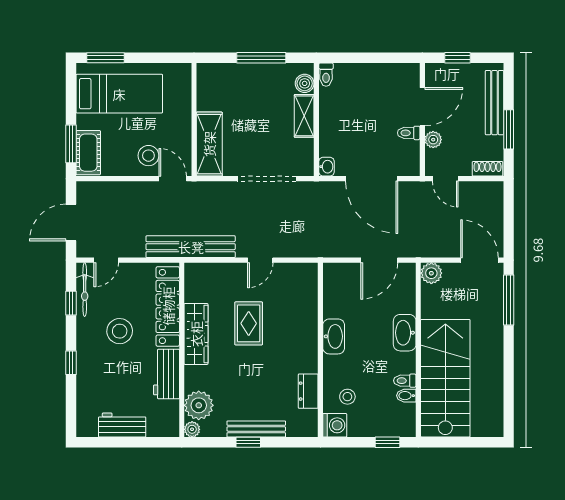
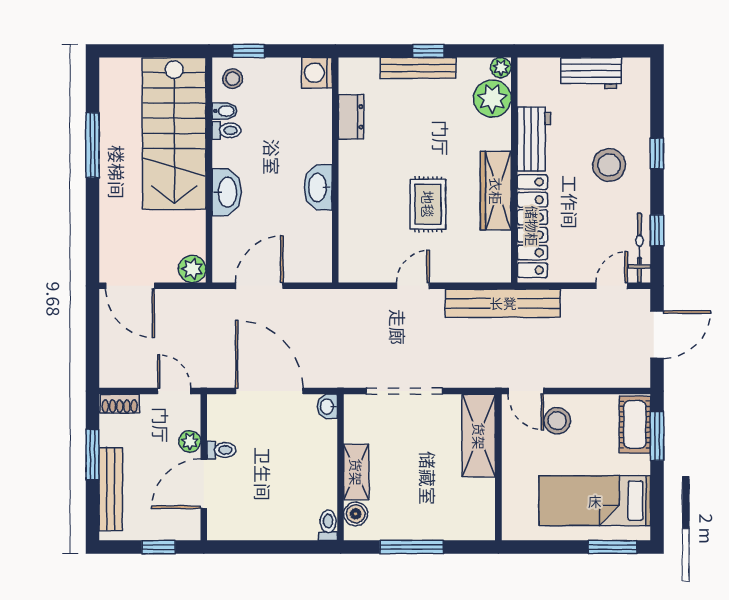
window: (509, 300) -> (92, 145), moved
stool: (120, 331) -> (609, 165), moved
stool: (347, 397) -> (233, 79), moved

